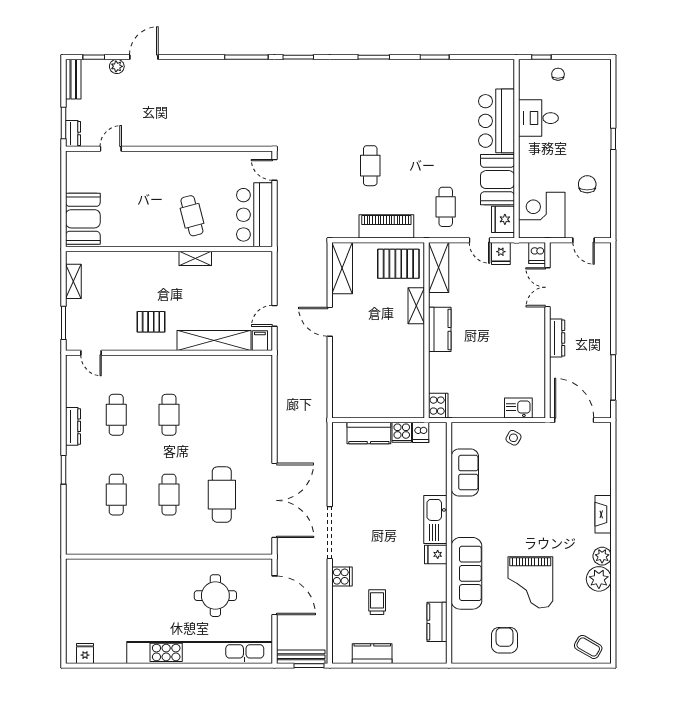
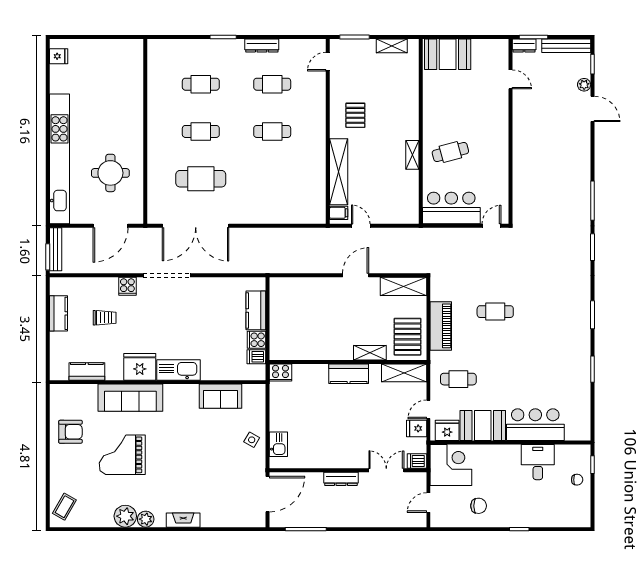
bench: (73, 79) -> (566, 46), width x1.36
fridge: (436, 554) -> (140, 367), width x1.88, depth x1.34

